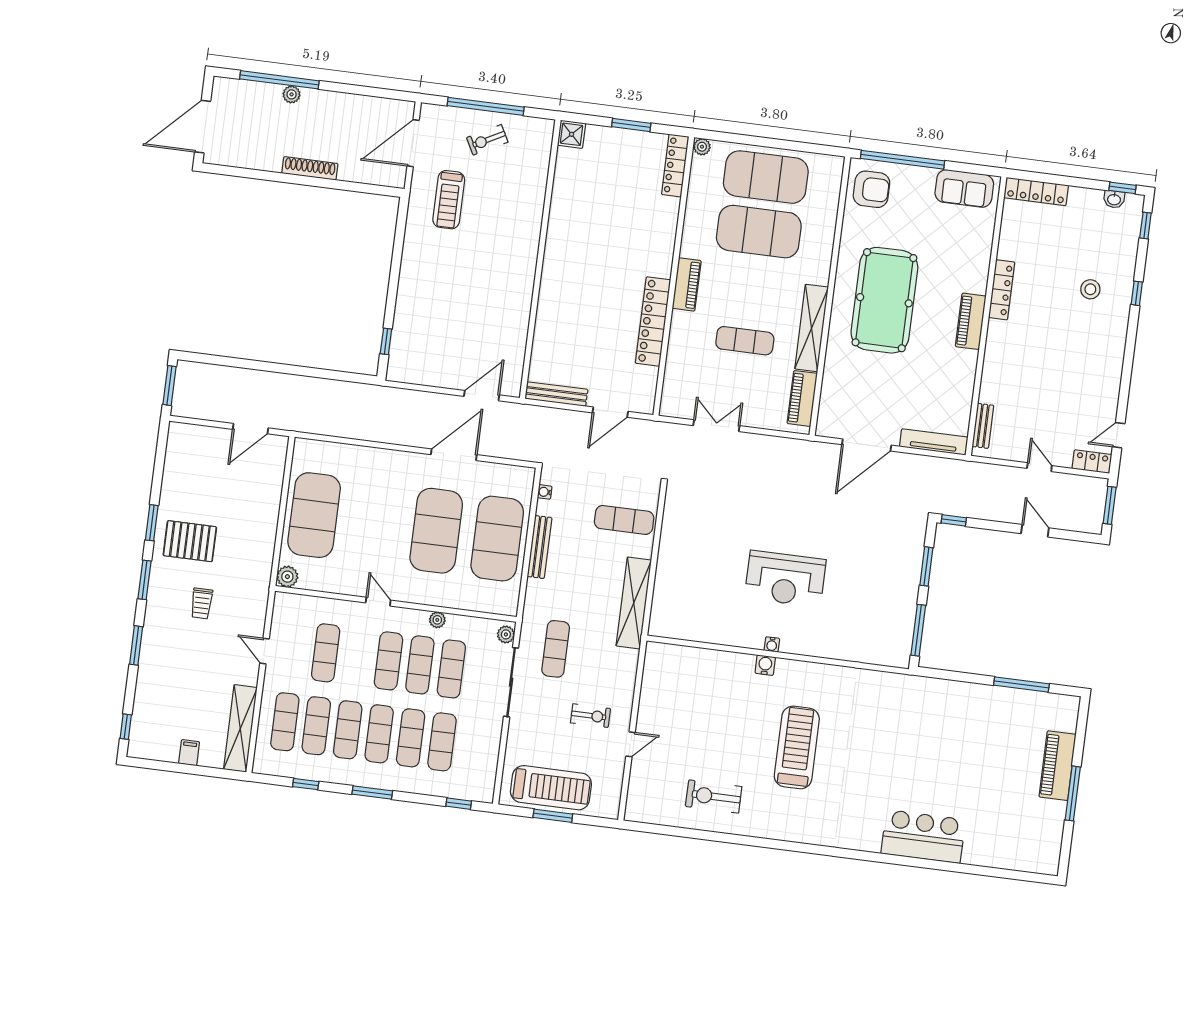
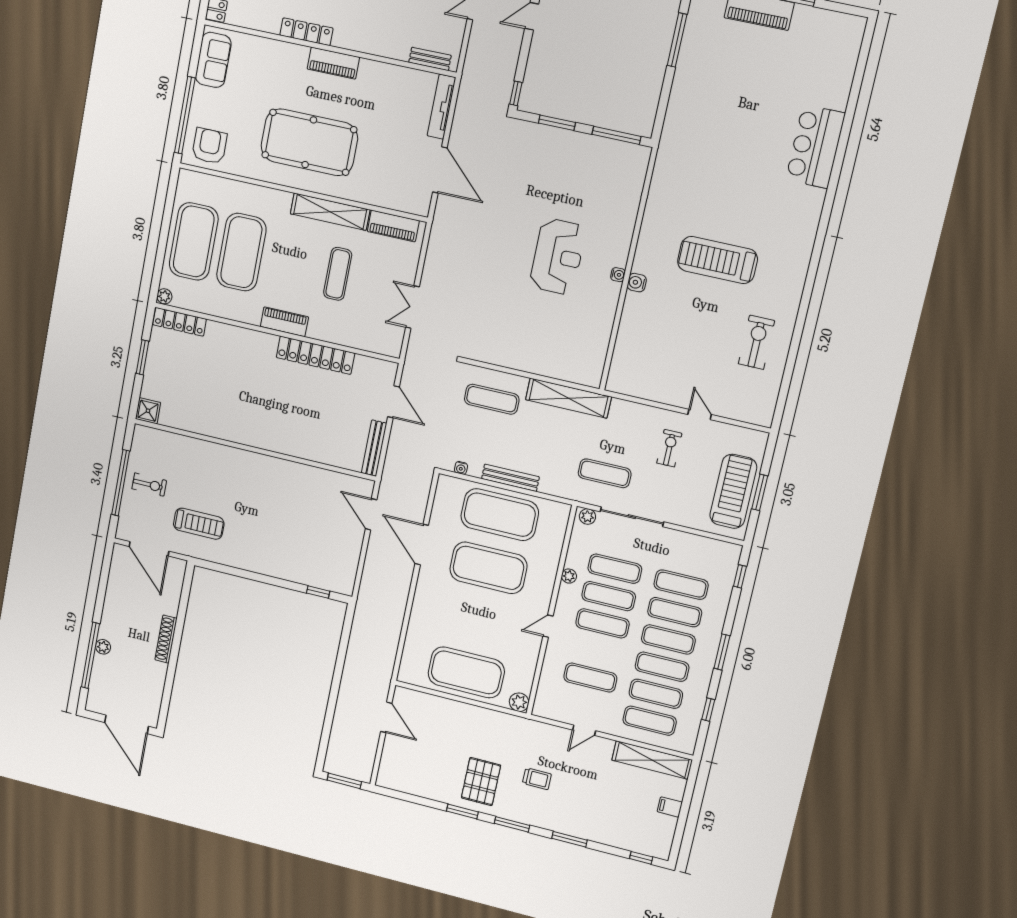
exercise bike: (487, 140) -> (149, 485), turned -62
exercise mat: (624, 520) -> (492, 399), turned 90
exercise bike: (714, 796) -> (756, 342), turned 180

